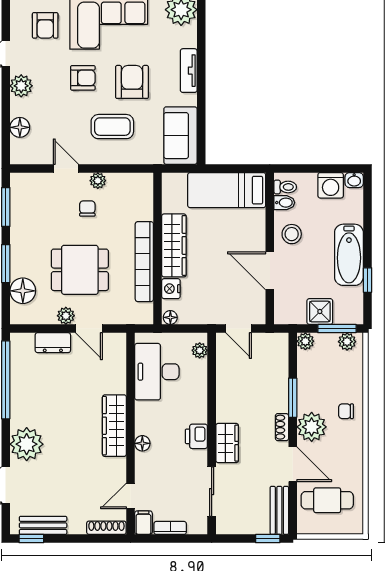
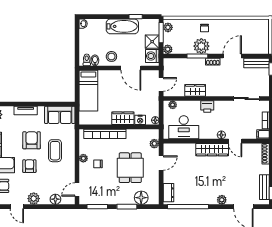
armchair: (132, 82) -> (32, 140), turned 90
door: (66, 168) -> (77, 190), moved
washing machine: (331, 185) -> (152, 56), moved, turned 180
wardrobe: (174, 245) -> (123, 118), width x0.67
bookcase: (144, 262) -> (105, 134), moved
door: (270, 271) -> (131, 68), hinge flipped
plant: (66, 316) -> (154, 144), moved
dresser: (53, 343) -> (168, 193), moved
plant: (312, 427) -> (201, 46), moved
printer: (196, 436) -> (207, 107), moved
wardrobe: (227, 443) -> (195, 90), moved
plant: (27, 444) -> (222, 200), width x0.53, depth x0.53
door: (131, 496) -> (235, 141), moved
cafe table: (327, 500) -> (251, 38), removed

